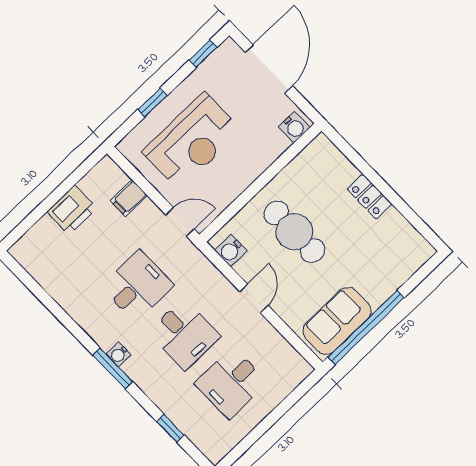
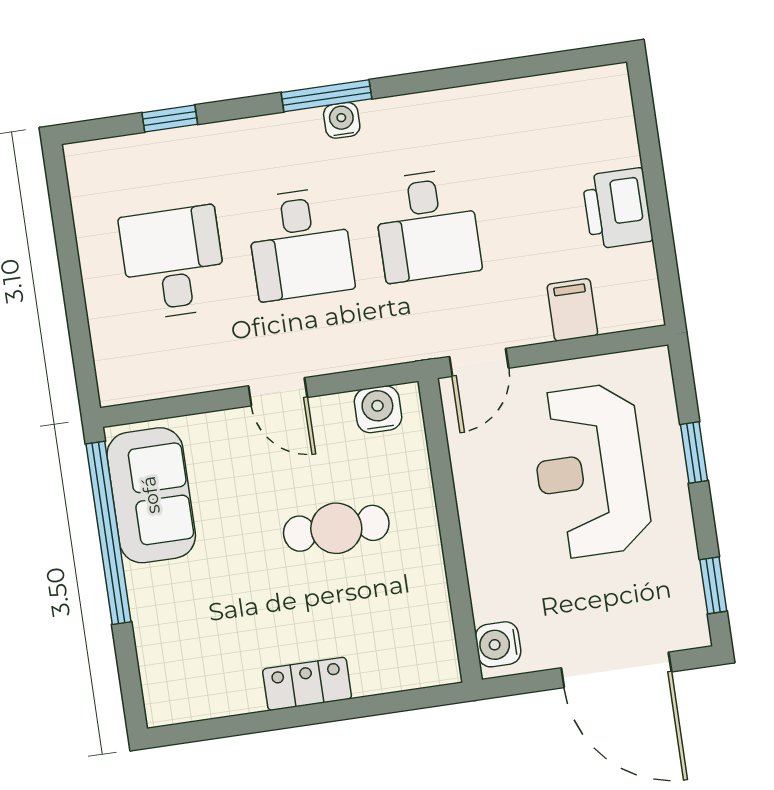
cafe table: (294, 232) -> (336, 528), width x0.73, depth x0.74
desk: (184, 334) -> (300, 244), turned -90

